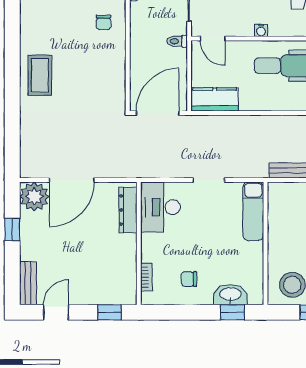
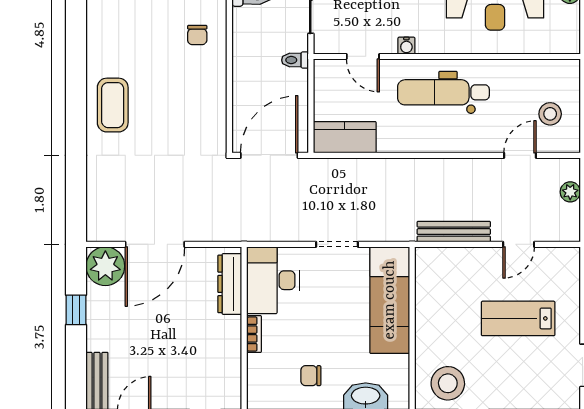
door: (213, 39) -> (363, 56), moved
exam couch: (253, 211) -> (390, 300), width x1.36, depth x1.45
bookcase: (146, 277) -> (254, 334), moved

